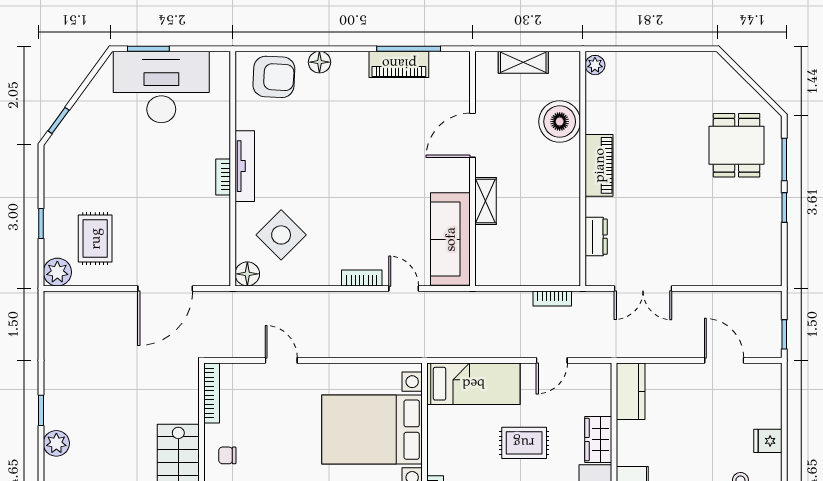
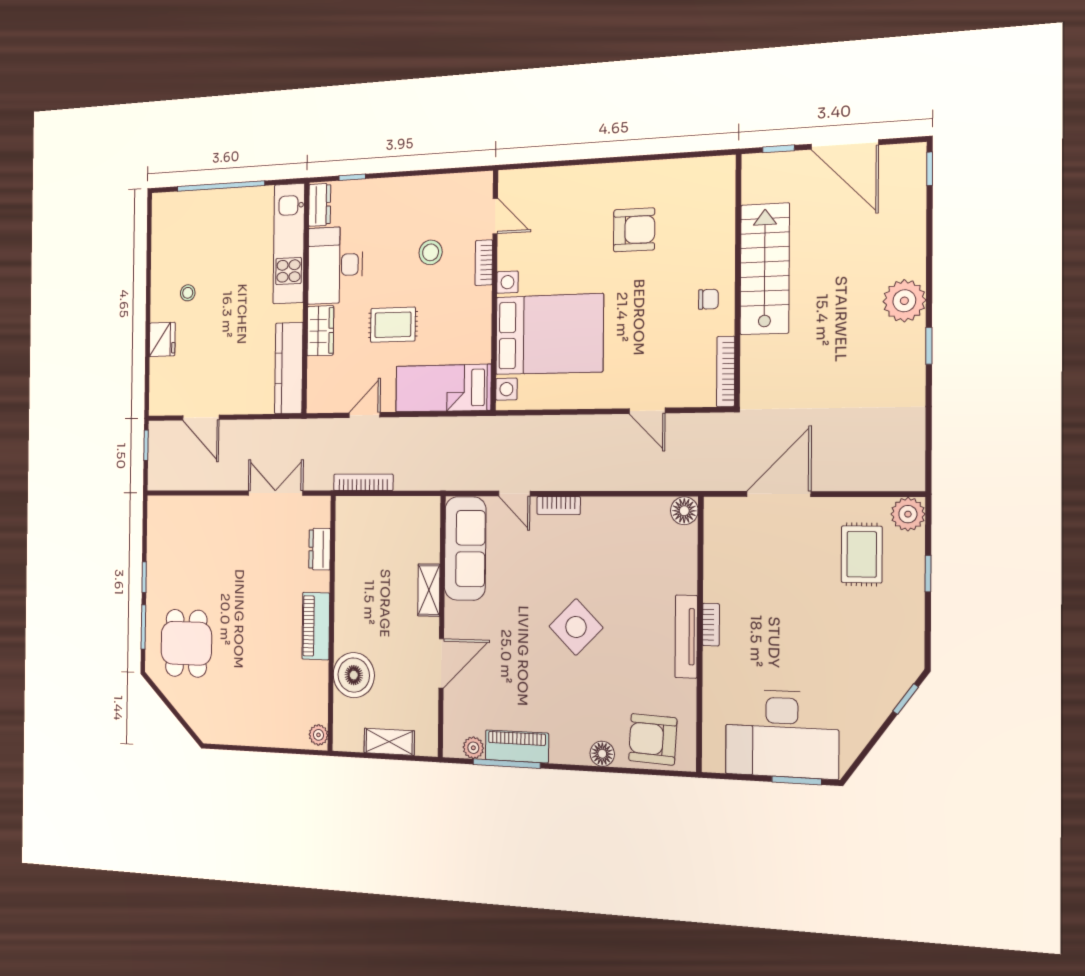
plant: (441, 61) -> (473, 748), added
side table: (281, 235) -> (576, 627), moved
bookcase: (552, 299) -> (363, 482), width x1.56
kitchen counter: (631, 391) -> (289, 368), width x1.50
fridge: (768, 441) -> (162, 339), width x1.38
plant: (56, 443) -> (904, 301), width x1.36, depth x1.36

